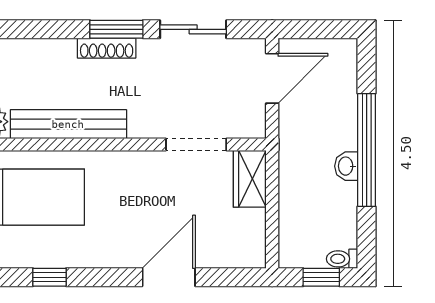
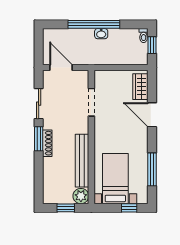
wardrobe: (250, 179) -> (140, 87), moved, turned 90
window: (49, 277) -> (152, 169), width x2.17

